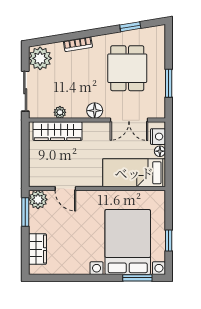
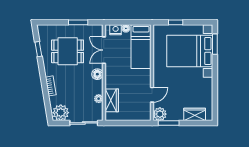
double door: (129, 120) -> (104, 50), swing flipped
wardrobe: (58, 131) -> (112, 100), width x0.67
window: (169, 240) -> (176, 22), moved

